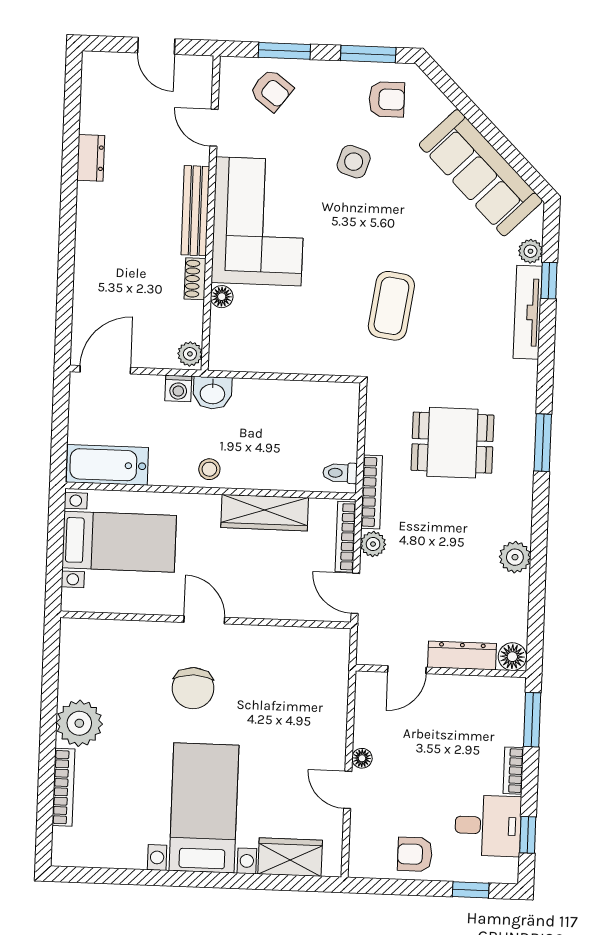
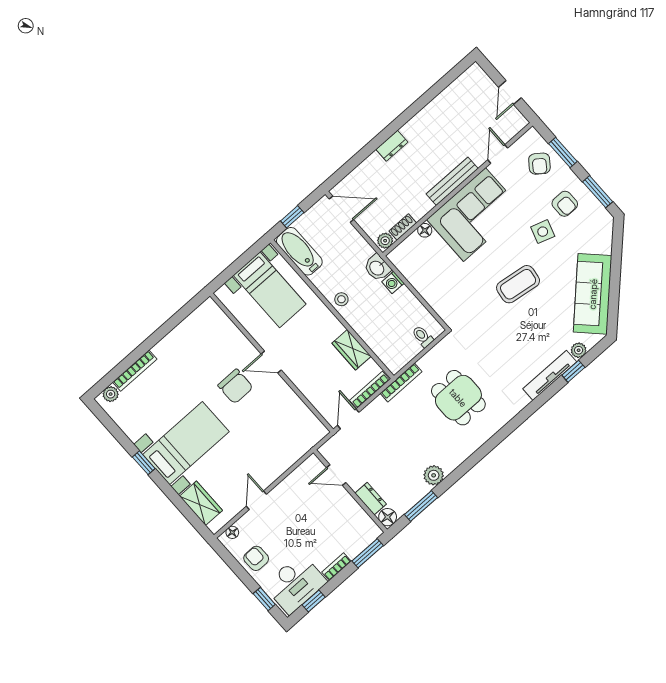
armchair: (387, 99) -> (565, 204), moved
dresser: (91, 158) -> (392, 146), moved
shoe rack: (195, 279) -> (403, 227), moved
coffee table: (391, 306) -> (518, 284), moved
washing machine: (178, 388) -> (393, 282), moved
window: (60, 435) -> (292, 217), added
window: (543, 443) -> (421, 506), moved
toilet: (340, 473) -> (423, 337), moved
wardrobe: (265, 513) -> (352, 350), width x0.67
plant: (373, 544) -> (378, 406), removed
door: (204, 620) -> (271, 362), swing flipped
dresser: (462, 655) -> (371, 499), width x0.70
chair: (193, 688) -> (235, 386), turned -90
plant: (79, 723) -> (111, 394), moved, width x0.53, depth x0.53
floor lamp: (362, 758) -> (232, 532), moved
desk: (488, 826) -> (295, 584), width x1.37
window: (180, 879) -> (144, 463), added

